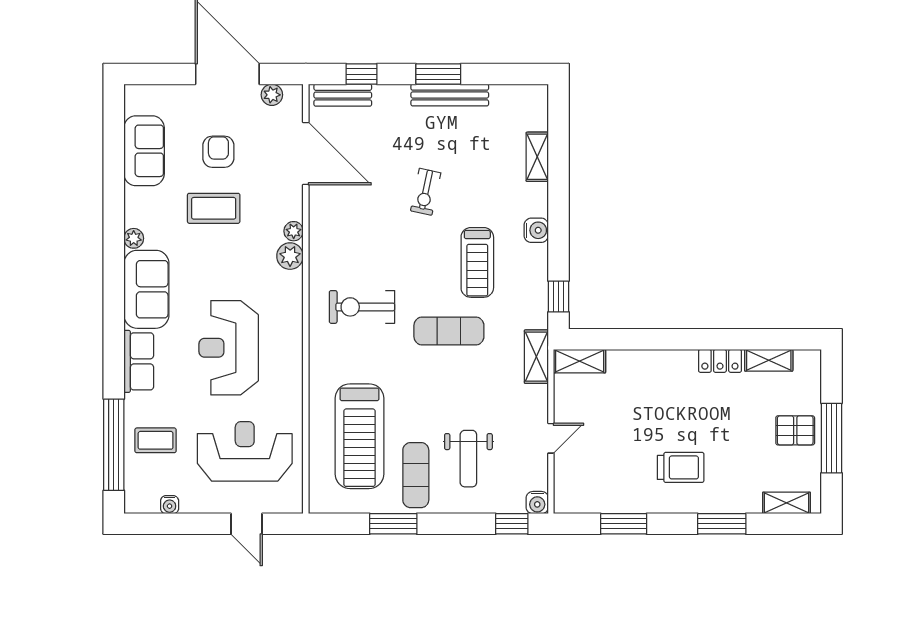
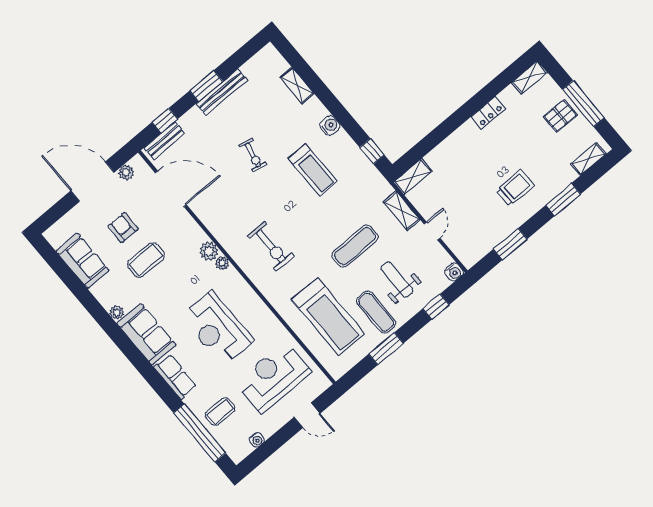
plant: (294, 231) -> (222, 263), moved
exercise bike: (362, 307) -> (271, 246), turned -90
exercise mat: (449, 331) -> (355, 246), moved
shelving: (536, 357) -> (402, 211), moved
shelving: (769, 360) -> (530, 77), moved
weight bench: (468, 459) -> (397, 279), turned 180
window: (512, 524) -> (436, 307), moved

